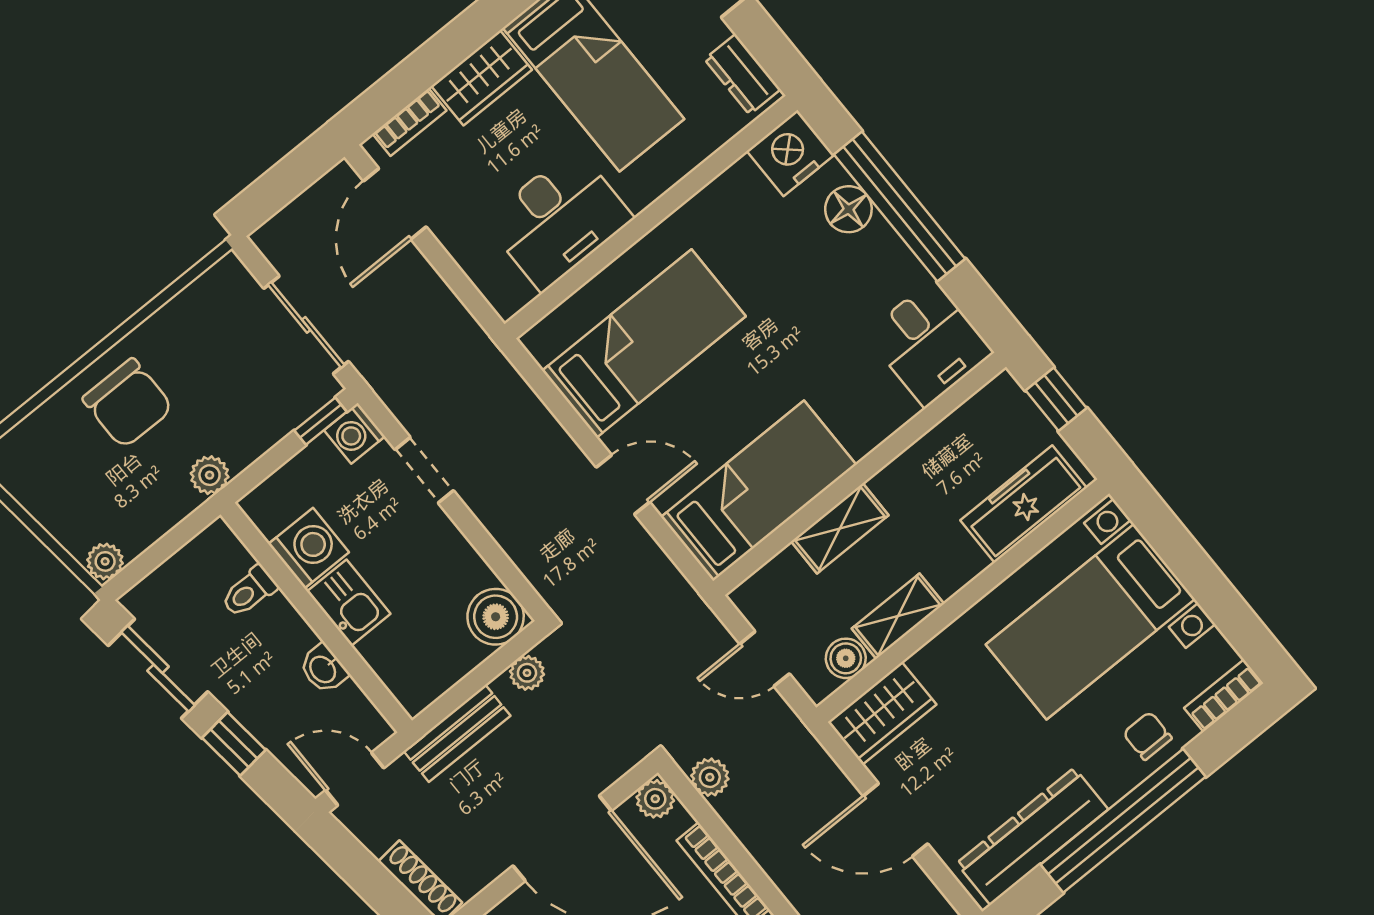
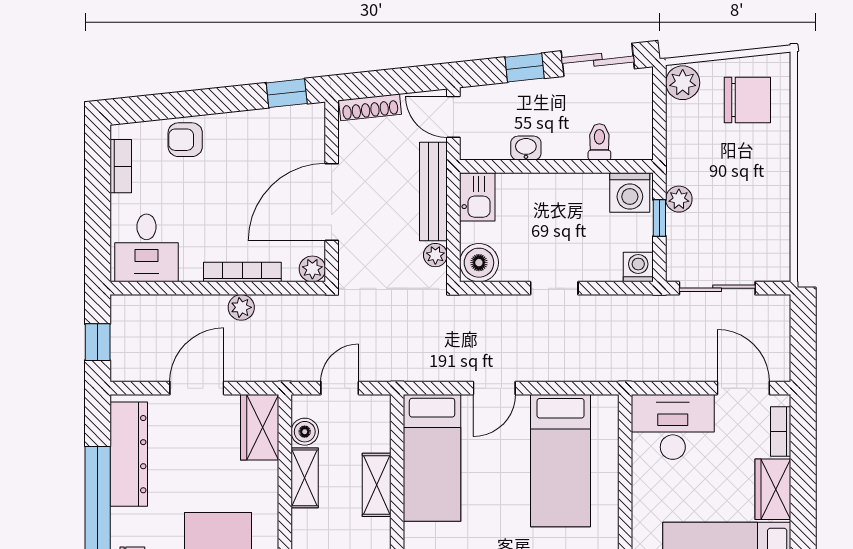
desk: (559, 219) -> (673, 427), moved, turned 90
chair: (128, 403) -> (747, 100), moved, turned 180
window: (321, 421) -> (659, 218), moved
doorway: (424, 470) -> (554, 288), moved
plant: (210, 475) -> (679, 199), moved
washing machine: (309, 548) -> (630, 193), moved
plant: (105, 561) -> (683, 83), width x1.38, depth x1.38
kitchen sink: (349, 603) -> (477, 197), moved, turned -90
bench: (457, 733) -> (433, 191), width x1.36
plant: (710, 777) -> (241, 307), moved
door: (355, 779) -> (453, 117), swing flipped

